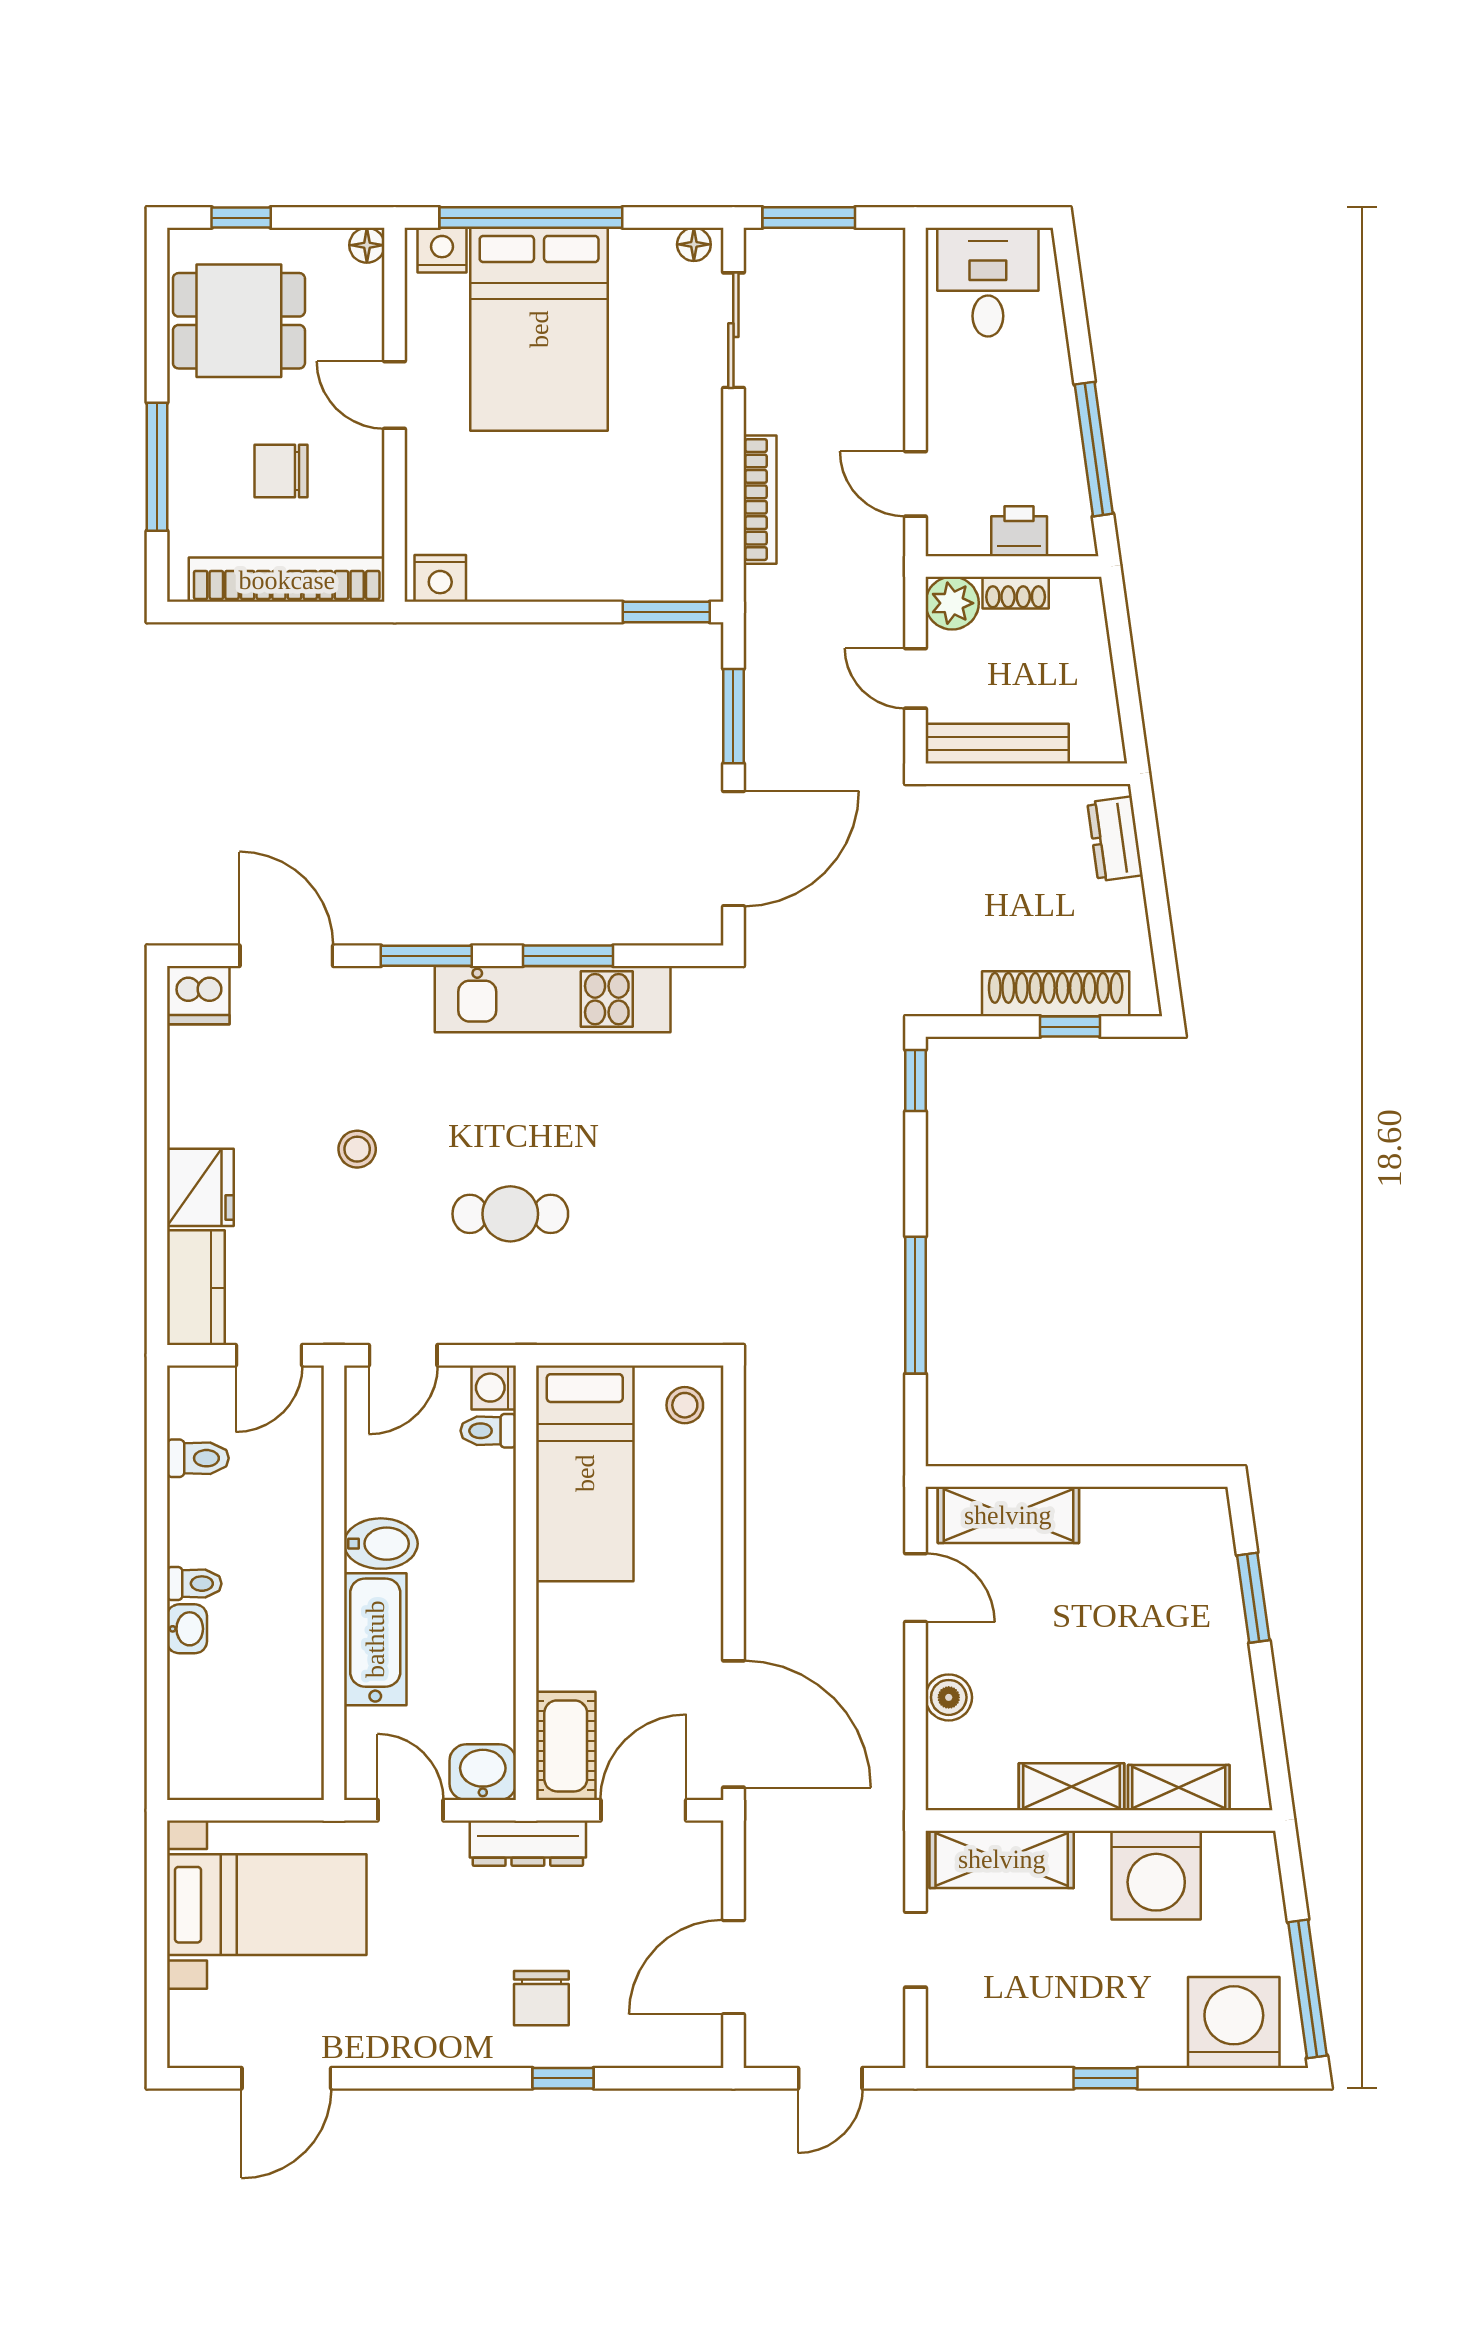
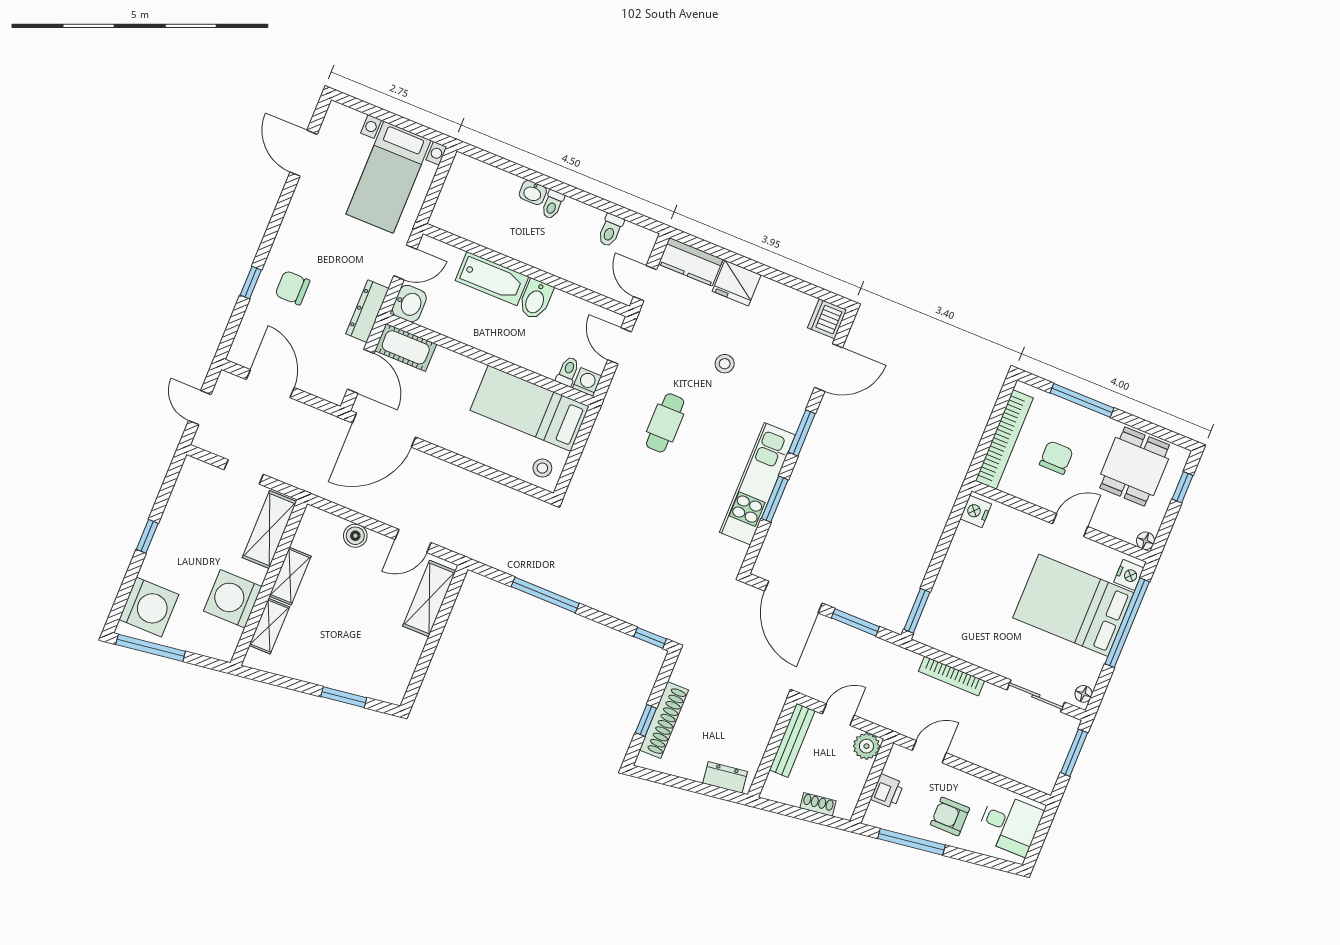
armchair: (1019, 397) -> (950, 816), added
shoe rack: (1016, 593) -> (818, 804), moved, turned 82

